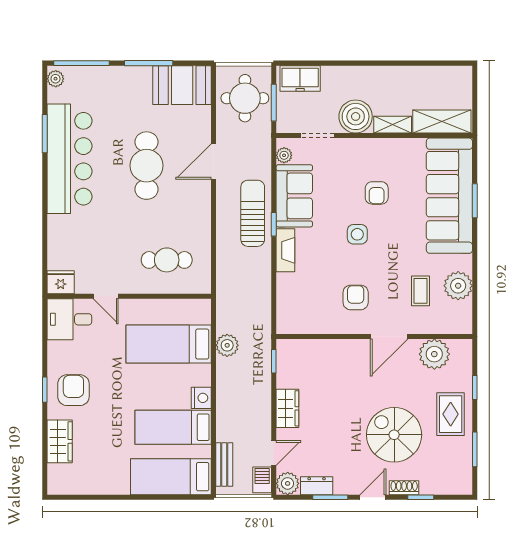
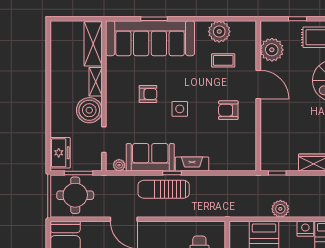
plant: (227, 345) -> (280, 209), moved

